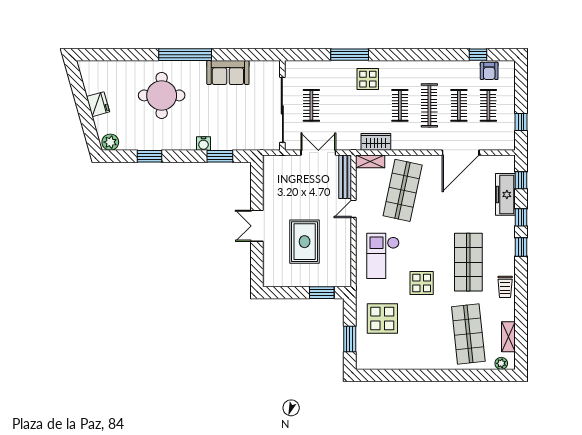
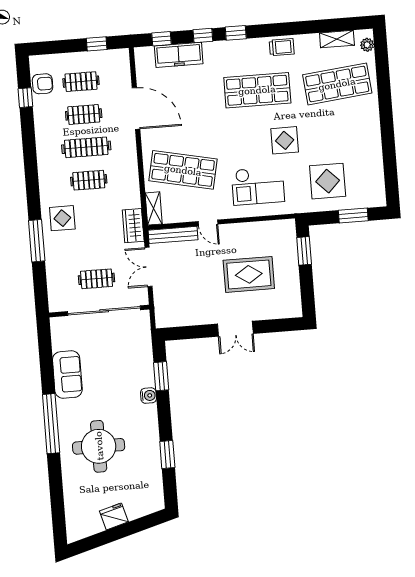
plant: (110, 142) -> (155, 499), removed
wardrobe: (376, 142) -> (133, 226), moved

